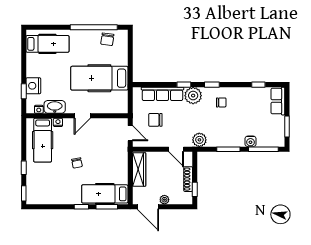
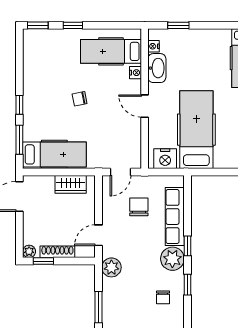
nightstand: (33, 86) -> (165, 159), moved, turned 180
wardrobe: (139, 169) -> (71, 184), width x0.67
hospital bed: (105, 194) -> (54, 154), moved, turned 90
plant: (164, 200) -> (29, 251), moved

